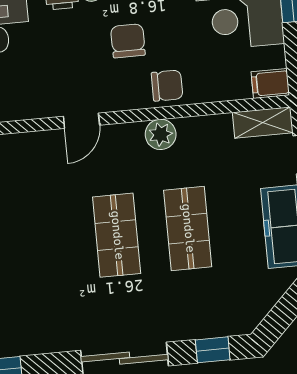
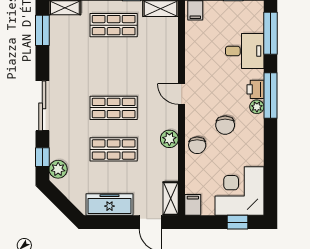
chair: (128, 41) -> (225, 125), turned 90
plant: (231, 321) -> (58, 169), added

